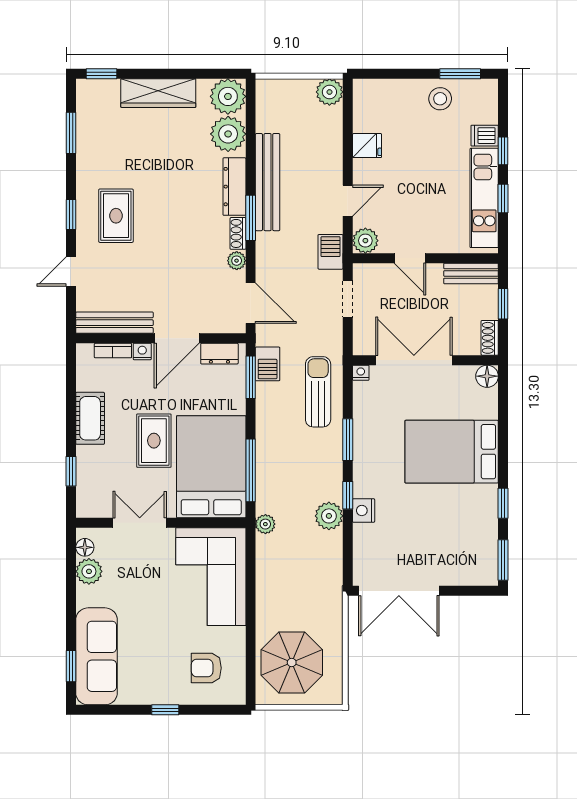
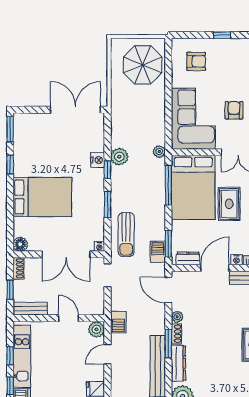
doorway: (348, 299) -> (108, 275), moved
armchair: (146, 590) -> (234, 110), added

